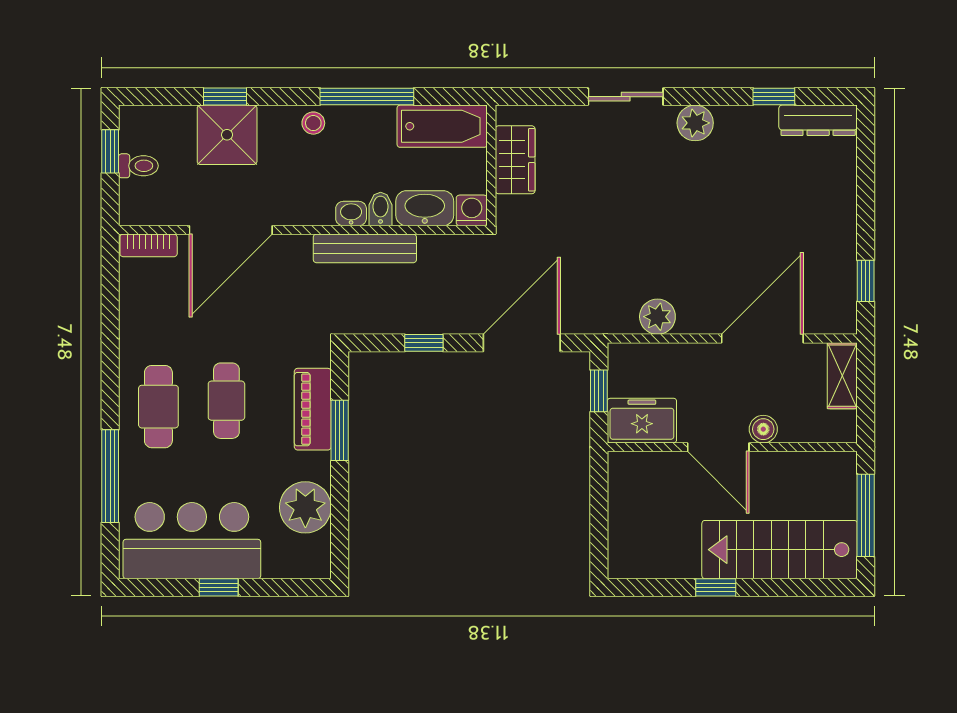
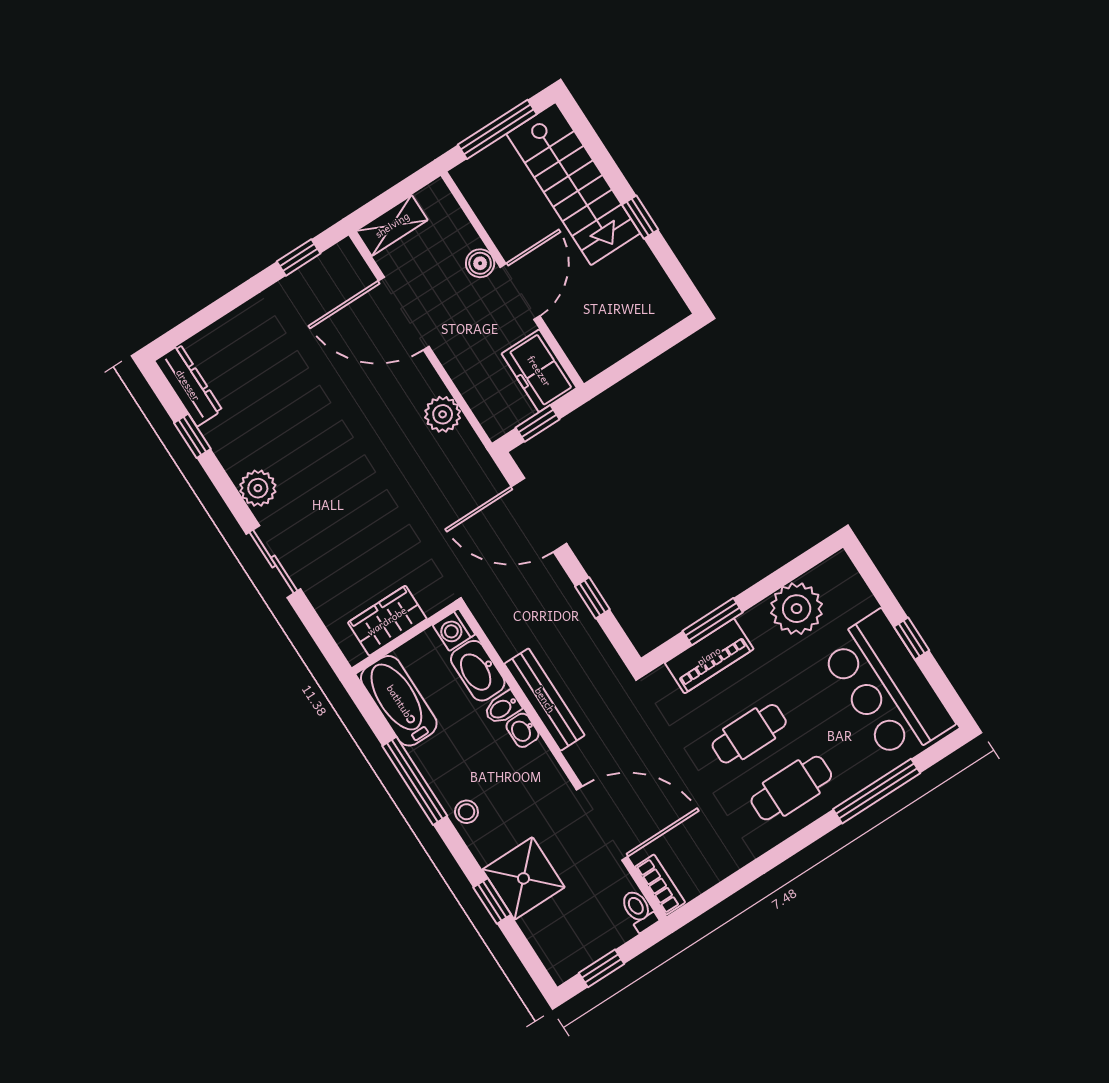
toilet: (138, 166) -> (639, 910), moved

